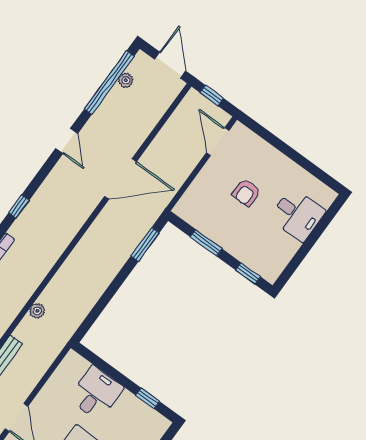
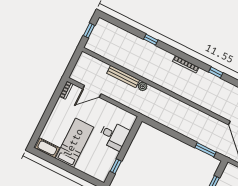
plant: (37, 311) -> (143, 86), moved

